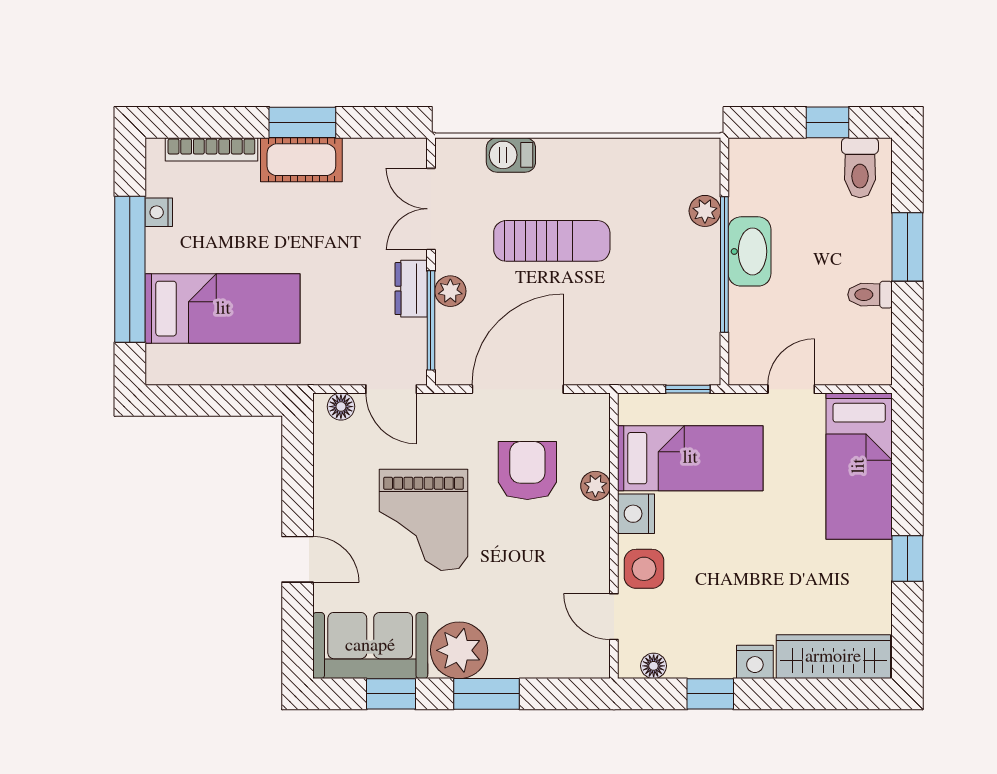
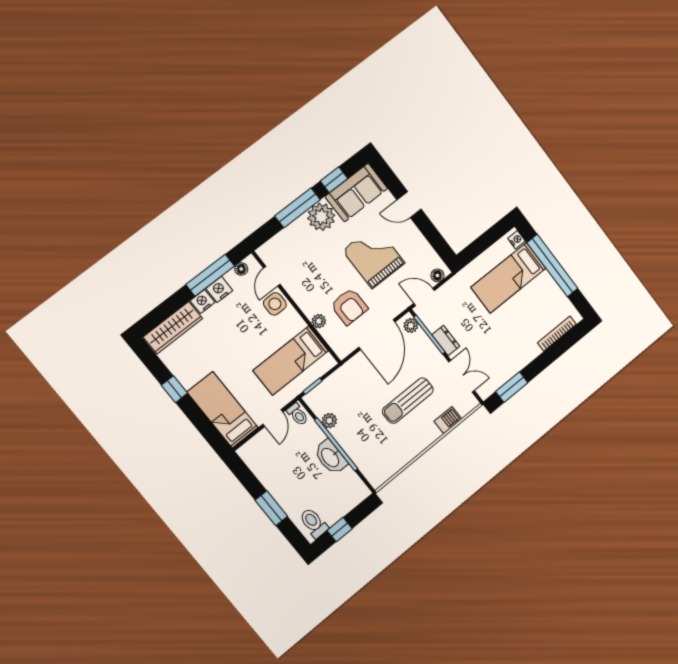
window: (302, 122) -> (512, 387), moved
cot: (301, 160) -> (522, 356), removed
plant: (705, 211) -> (329, 421), moved
nightstand: (159, 212) -> (517, 240), moved
plant: (450, 291) -> (411, 326), moved
toilet: (870, 295) -> (298, 414), moved, turned 90
nightstand: (636, 514) -> (219, 289), moved, turned -90
door: (614, 617) -> (272, 276), swing flipped
window: (486, 694) -> (297, 208), width x1.44
window: (710, 694) -> (210, 275), width x2.17

